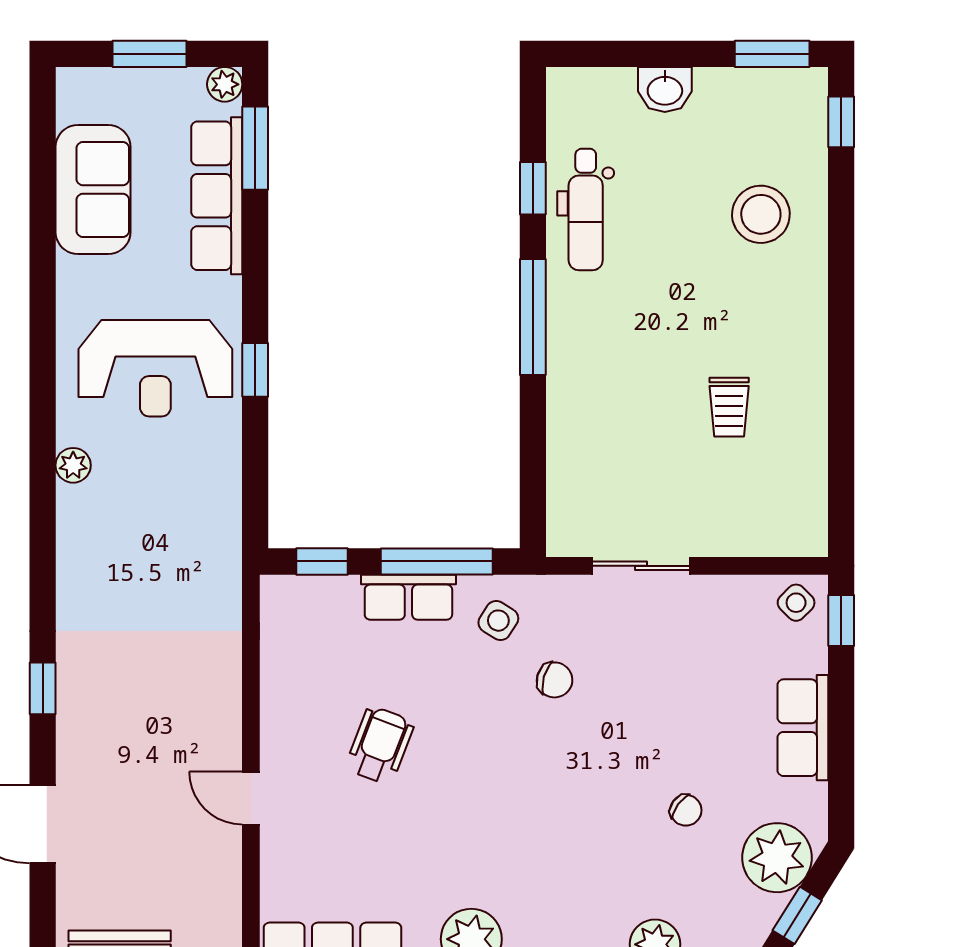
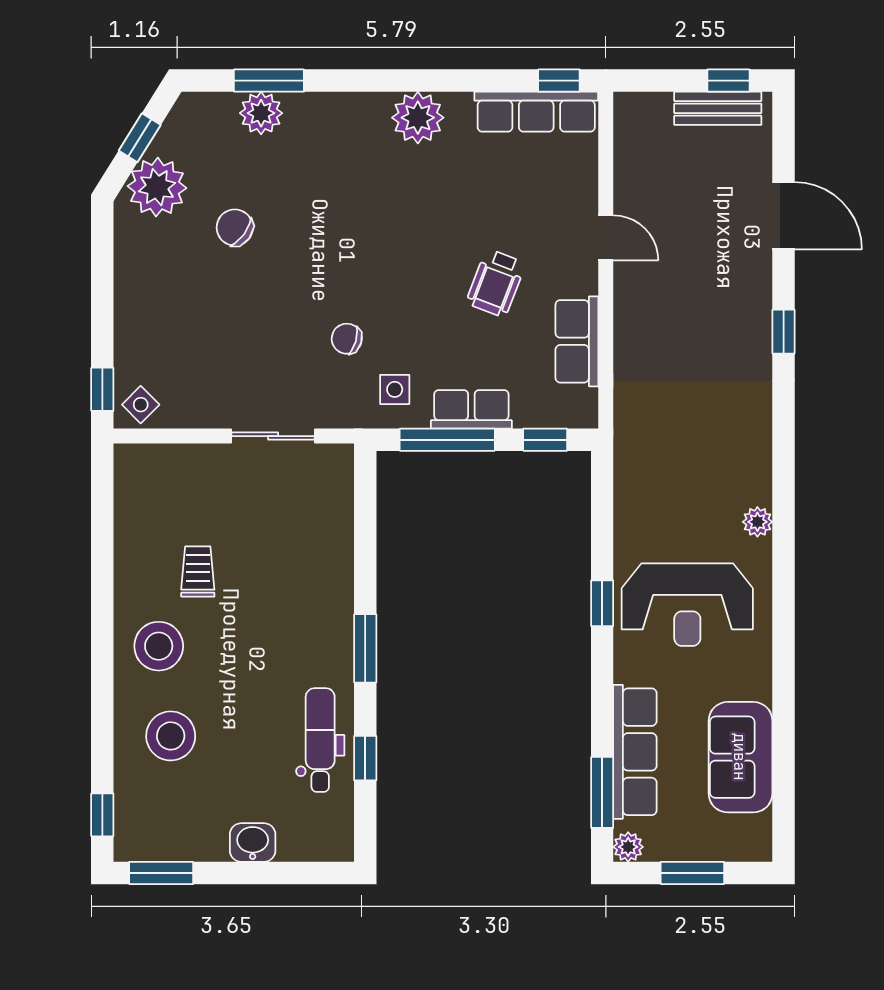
window: (533, 317) -> (365, 648), width x0.69
stool: (775, 320) -> (159, 646), added
reception desk: (155, 368) -> (687, 605), turned 180
side table: (498, 621) -> (395, 389), turned -32
row of seats: (803, 728) -> (577, 341), moved, turned 180
chair: (686, 810) -> (235, 228), width x1.37, depth x1.37

